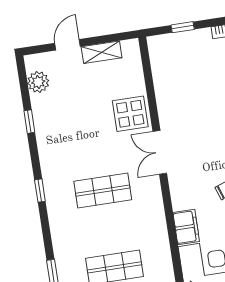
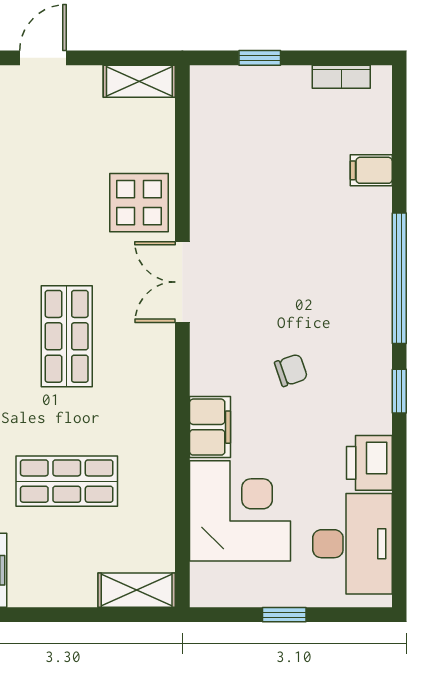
shelving: (102, 52) -> (139, 81), moved
shop shelf: (103, 191) -> (67, 336), turned 90

